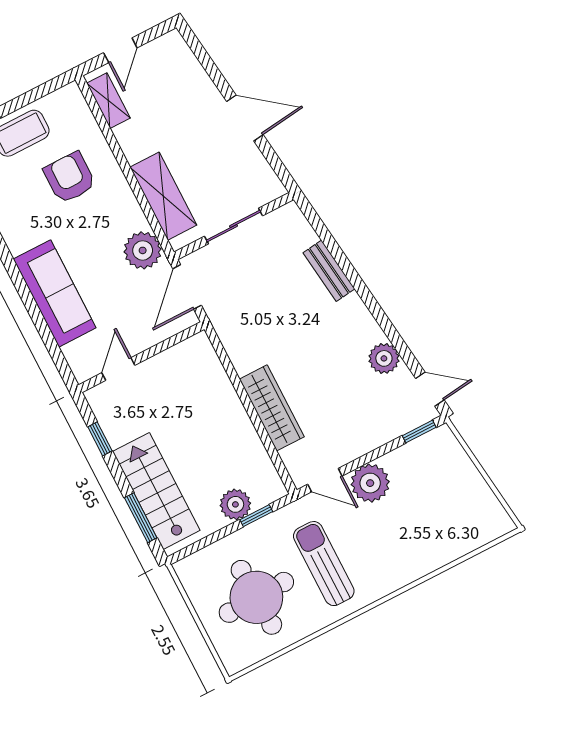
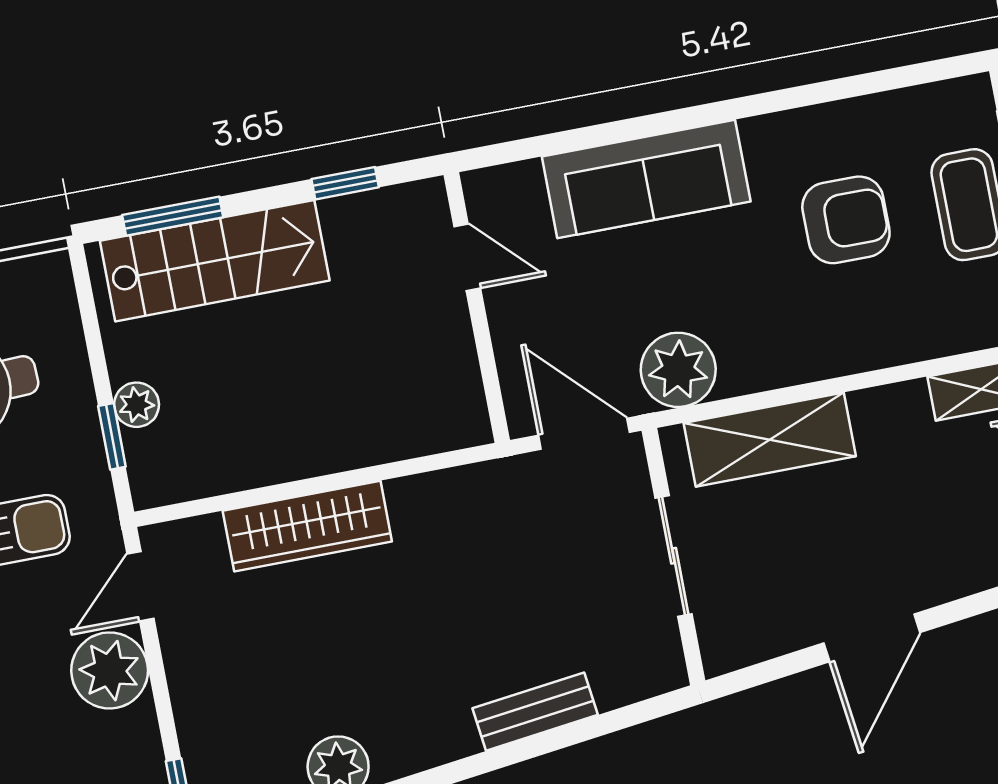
armchair: (70, 178) -> (846, 220), moved
plant: (235, 504) -> (137, 405), width x0.73, depth x0.73

